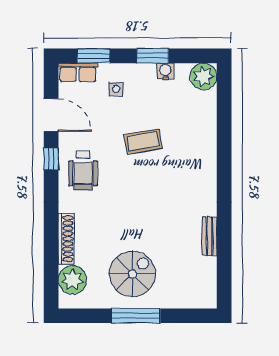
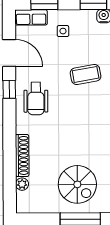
spiral stairs: (132, 274) -> (77, 184), turned 90
plant: (72, 280) -> (22, 184), width x0.53, depth x0.53

